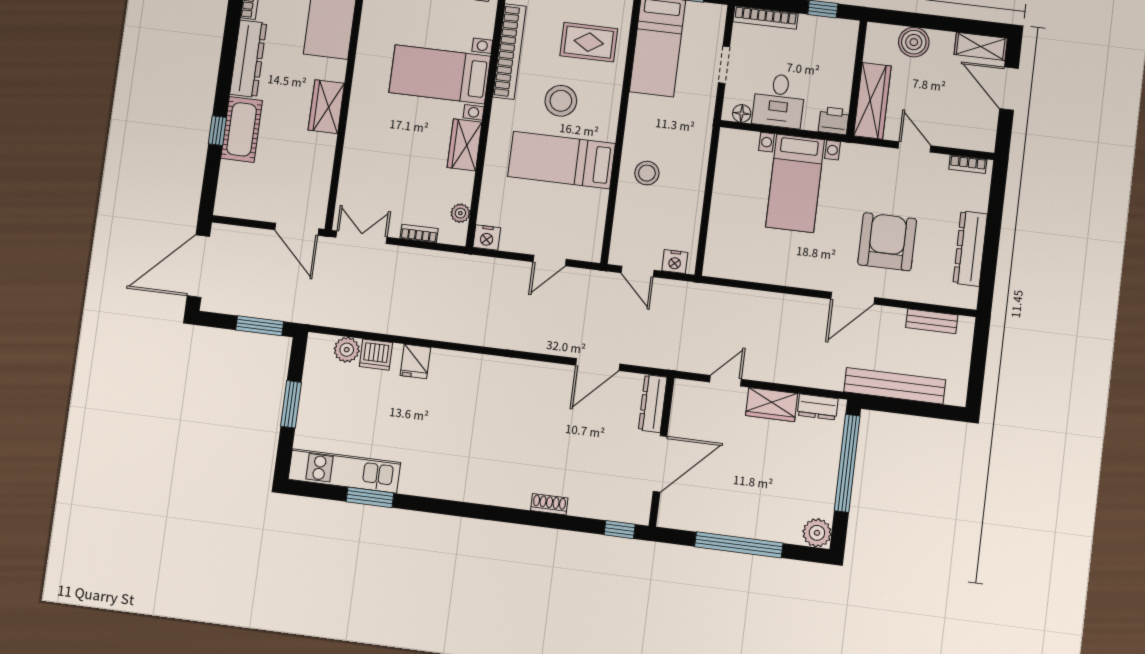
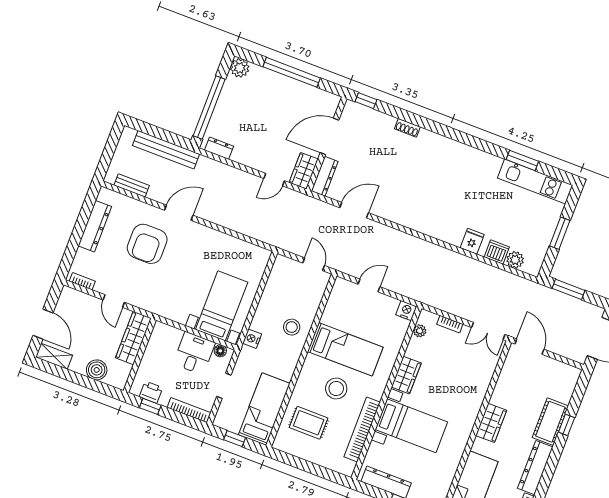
printer: (834, 121) -> (151, 392), moved, turned 180
bed with nightstands: (795, 183) -> (222, 306), moved
nightstand: (675, 262) -> (252, 339), moved, turned -90
wardrobe: (772, 405) -> (304, 171), moved, turned -90

